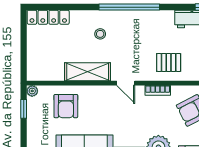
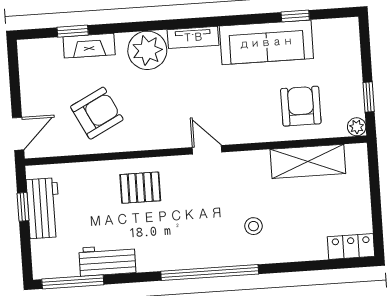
locker: (48, 17) -> (351, 246), width x0.66
shelving: (88, 72) -> (308, 161), moved
bookcase: (158, 90) -> (155, 142), removed

